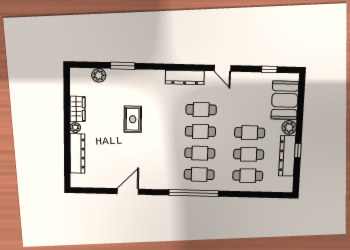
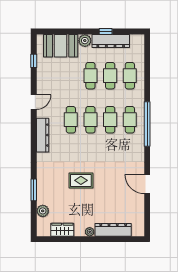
wardrobe: (77, 109) -> (62, 230), moved

